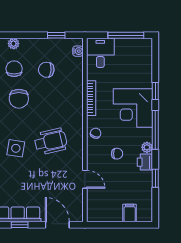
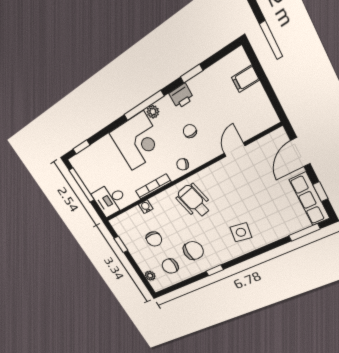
water cooler: (78, 51) -> (146, 207), moved
window: (155, 91) -> (82, 147), moved
wheelchair: (51, 141) -> (194, 201), moved
plant: (147, 147) -> (153, 112), moved

